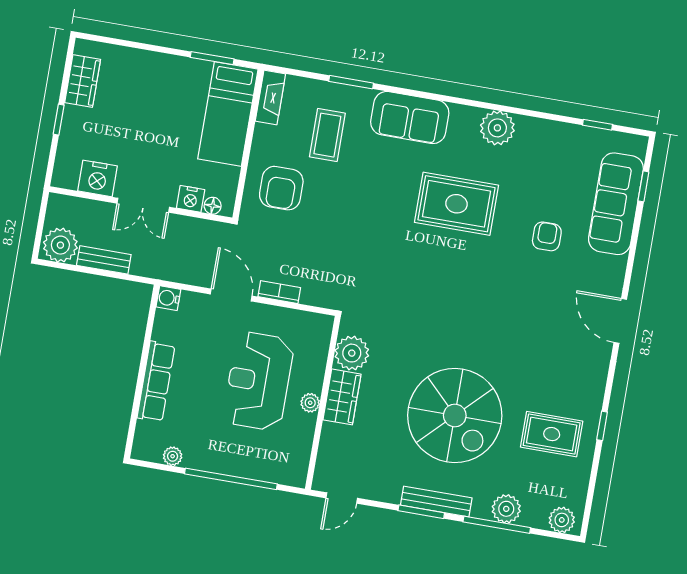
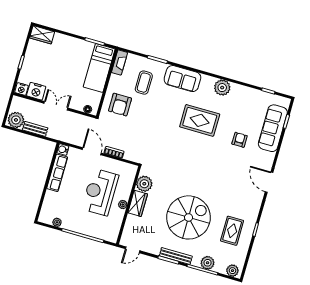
wardrobe: (83, 81) -> (42, 35), moved, turned 90
nightstand: (191, 199) -> (22, 89), moved
double door: (143, 205) -> (56, 106), swing flipped
row of seats: (156, 381) -> (57, 173), moved
spiral stairs: (455, 415) -> (189, 217), turned -90
rug: (552, 434) -> (232, 231), turned 90

